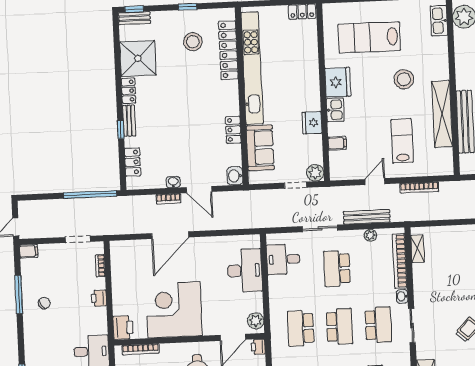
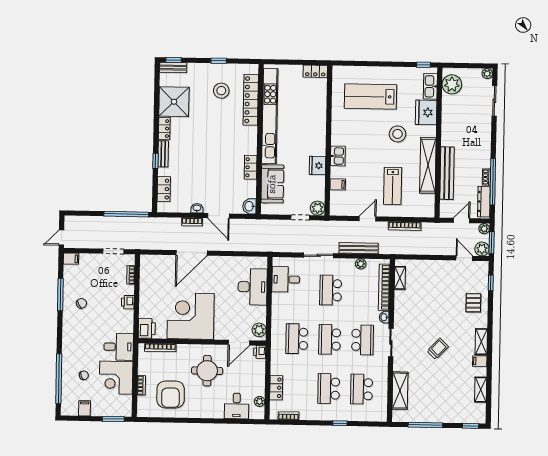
fridge: (338, 82) -> (426, 112), moved, turned 180
lab bench: (402, 141) -> (393, 186), turned 180
school desk: (340, 327) -> (330, 339), turned 180

